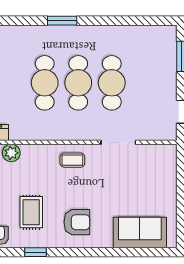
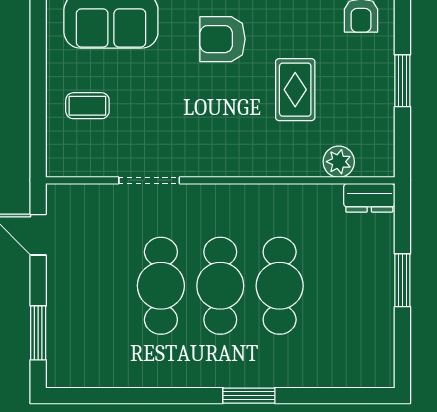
coffee table: (72, 160) -> (87, 106), moved
rug: (31, 212) -> (295, 90), moved

